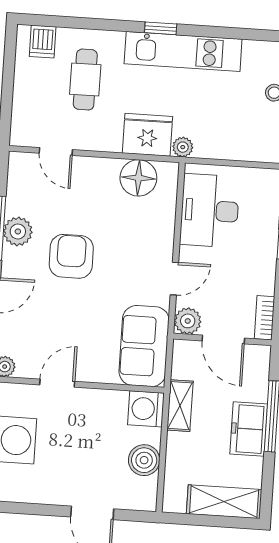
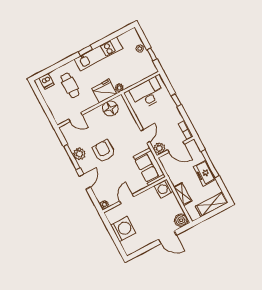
desk: (210, 211) -> (147, 93), moved, turned 90
shelving: (180, 406) -> (183, 194), moved
boiler: (144, 460) -> (181, 220), moved

